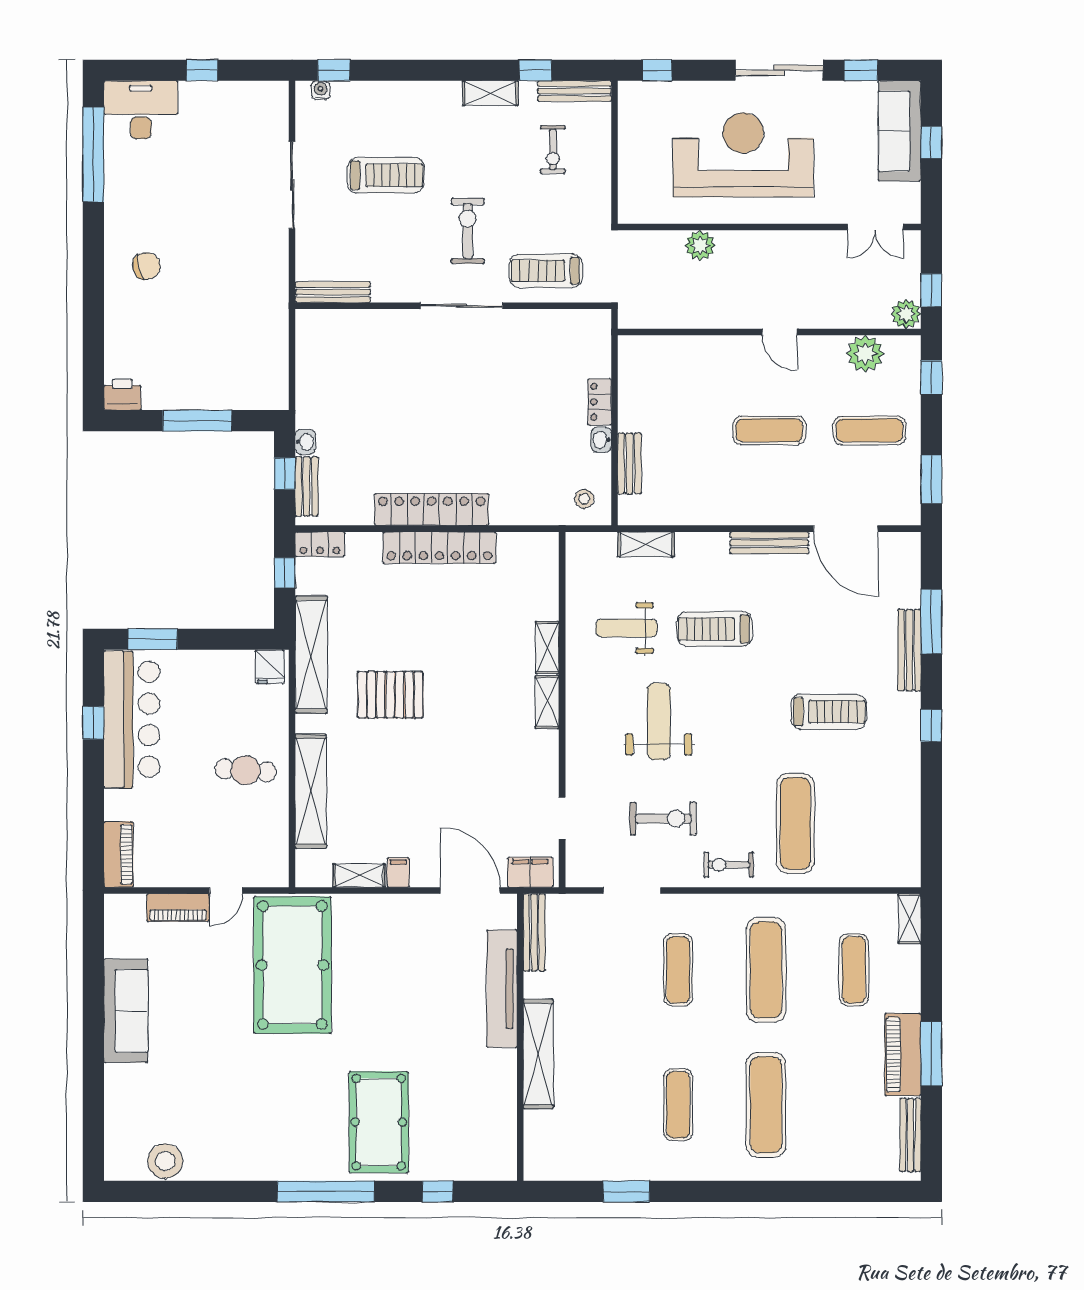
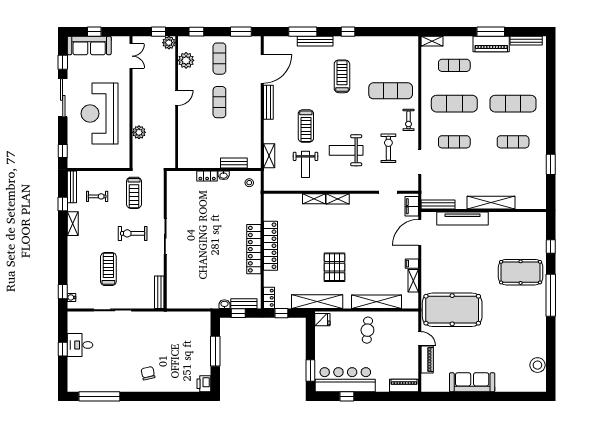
desk: (141, 110) -> (80, 345), moved, width x0.73
treadmill: (546, 271) -> (134, 193), moved

